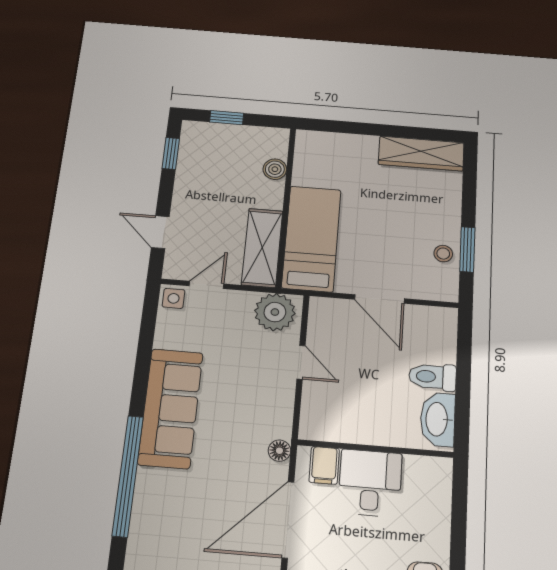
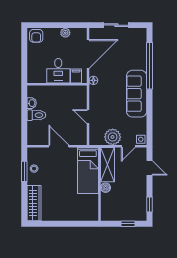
wardrobe: (421, 154) -> (34, 203), moved, turned 90
boiler: (275, 169) -> (106, 188), moved
plant: (275, 312) -> (113, 137), moved
washbasin: (438, 419) -> (32, 103), width x0.52, depth x0.69

